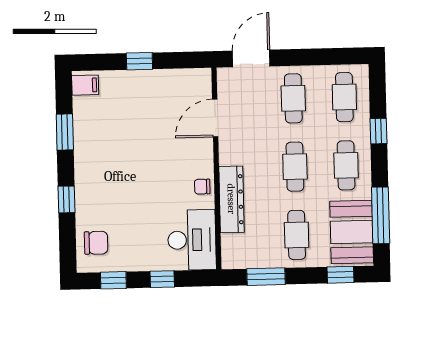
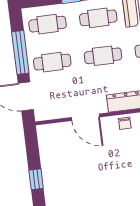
window: (310, 57) -> (20, 52), added
door: (215, 118) -> (85, 117), moved

